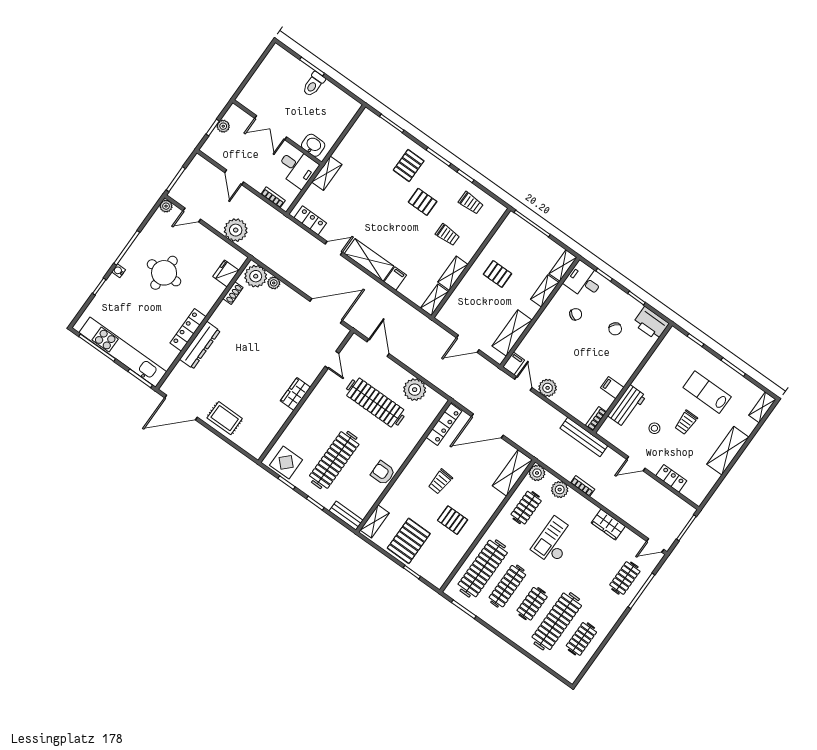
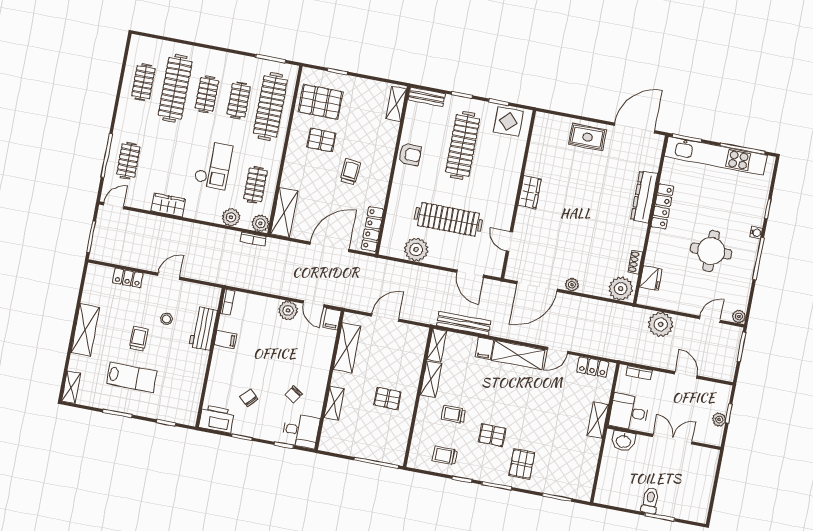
shelving: (563, 266) -> (328, 436), removed
plant: (274, 283) -> (572, 285), moved
bench: (584, 437) -> (464, 323), moved
bookcase: (583, 486) -> (253, 239), moved
pallet: (409, 541) -> (321, 102), moved, turned 90
clothes rail: (507, 586) -> (239, 100), width x0.73

